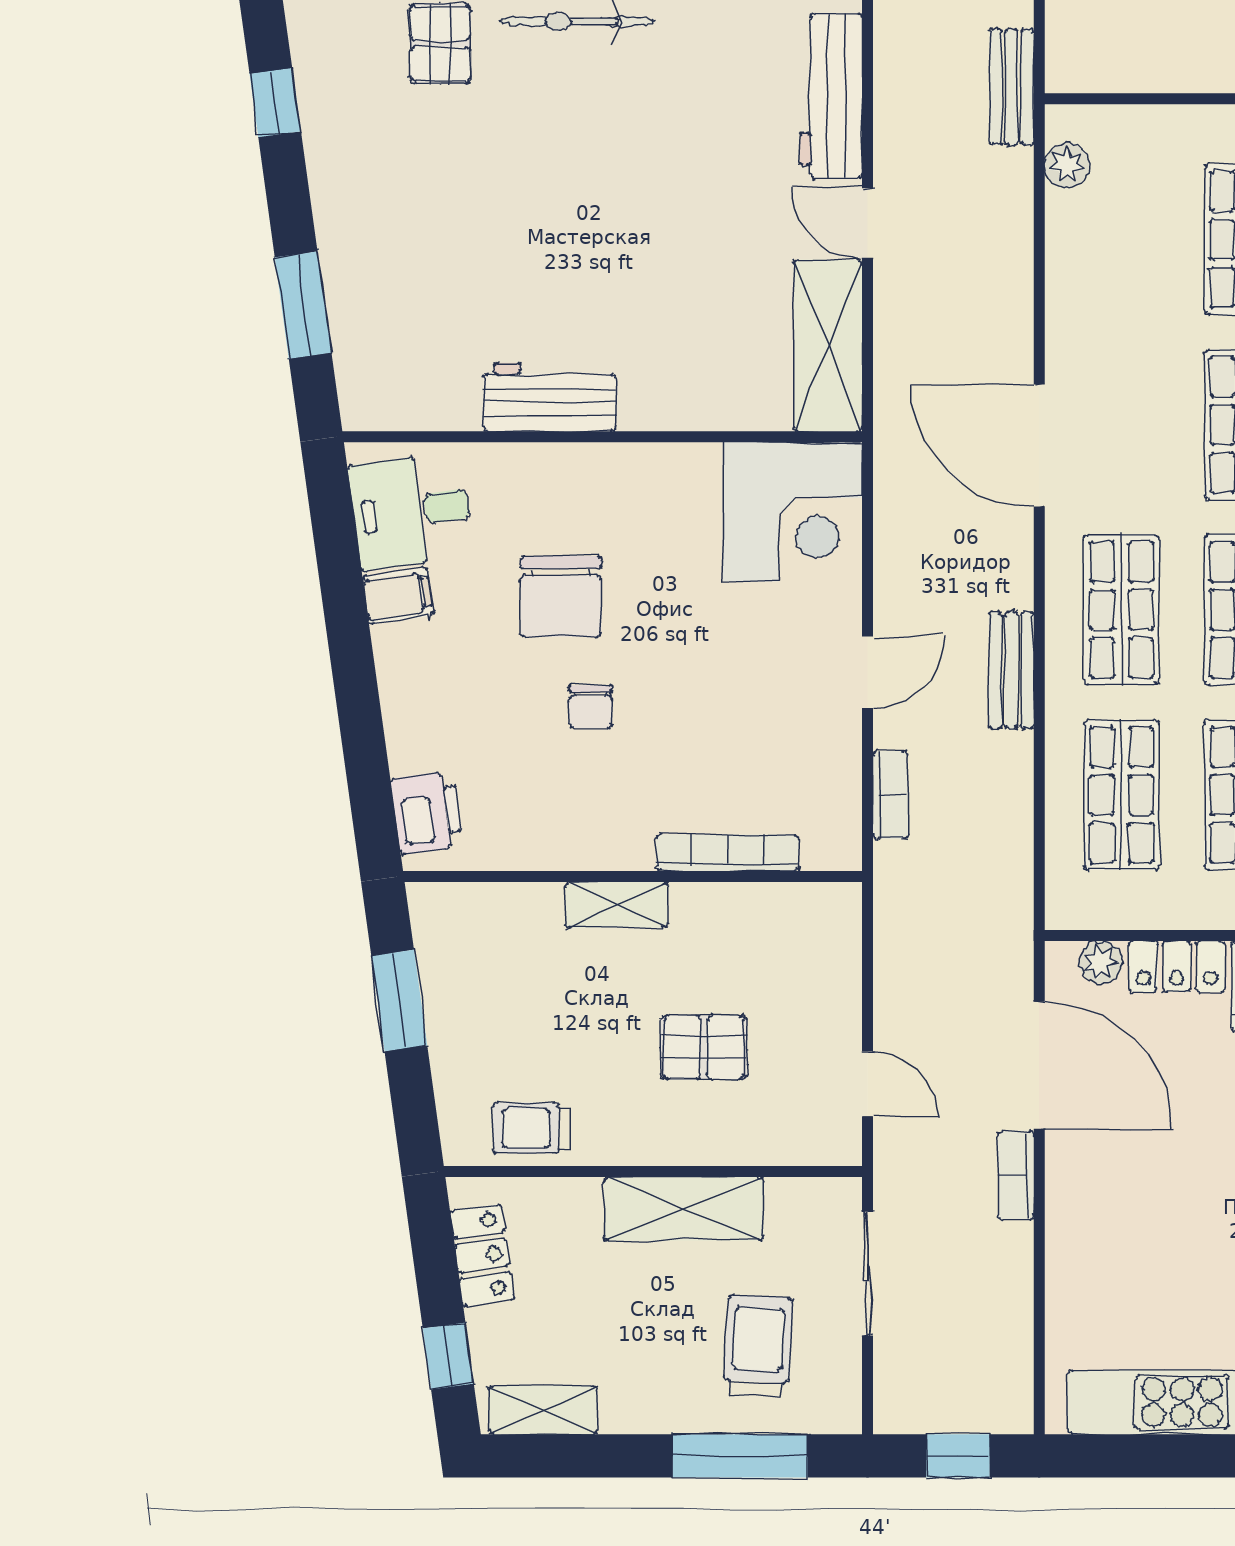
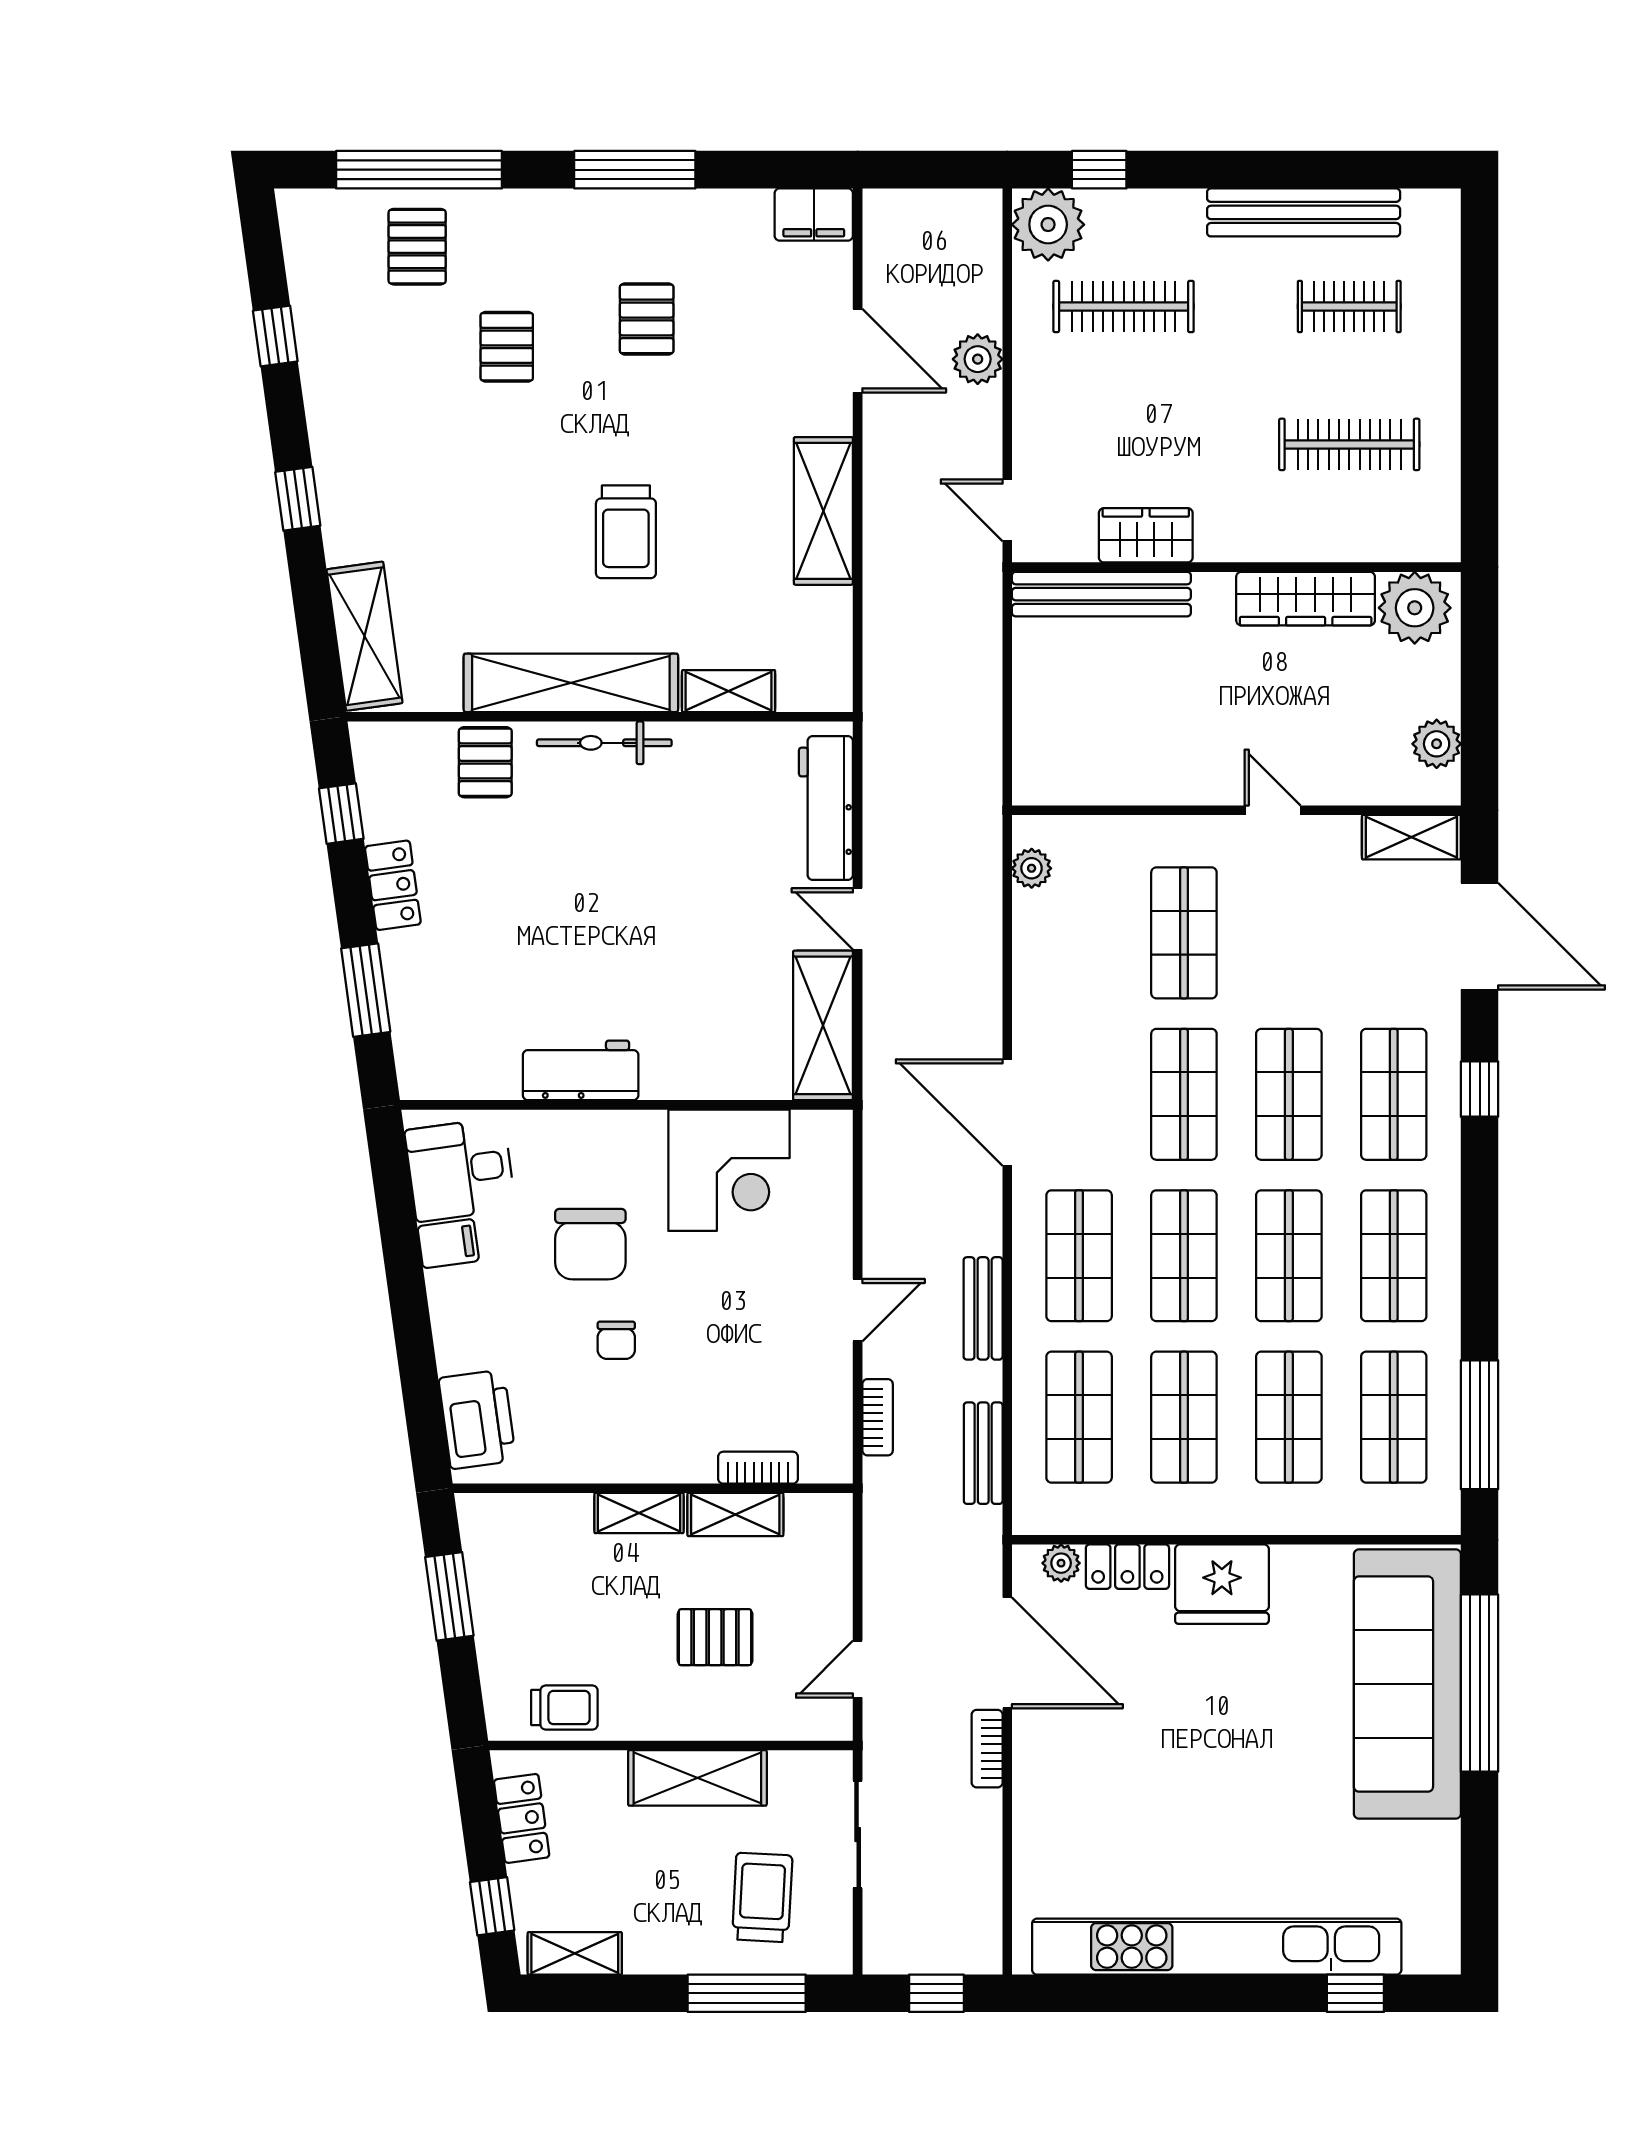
bench: (1012, 87) -> (983, 1453), moved
locker: (334, 185) -> (393, 885), added
corner desk: (793, 512) -> (729, 1170), moved
printer: (427, 813) -> (477, 1419), width x1.37, depth x1.19
bookcase: (728, 853) -> (758, 1468), width x0.64
shelving: (727, 907) -> (735, 1515), added
door: (868, 1084) -> (858, 1669), swing flipped
trolley: (531, 1128) -> (564, 1708), turned 180

